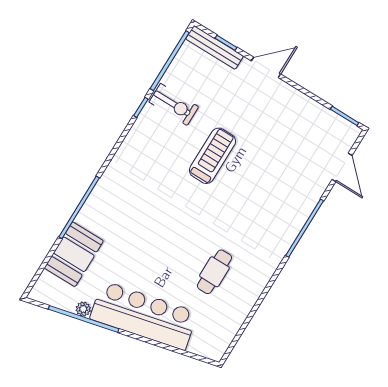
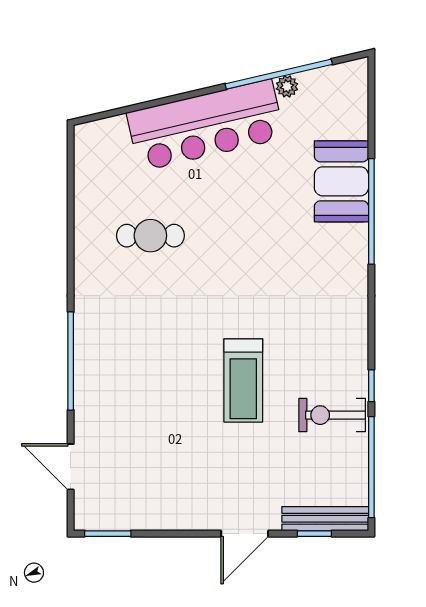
booth: (74, 254) -> (341, 181), moved
cafe table: (214, 272) -> (150, 236), turned 90

